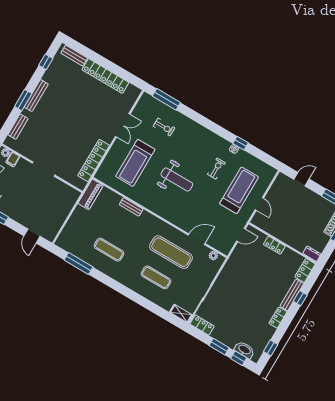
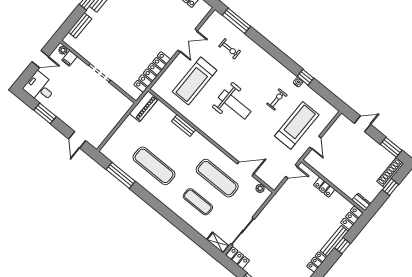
exercise mat: (109, 250) -> (154, 166), width x1.36, depth x1.45

